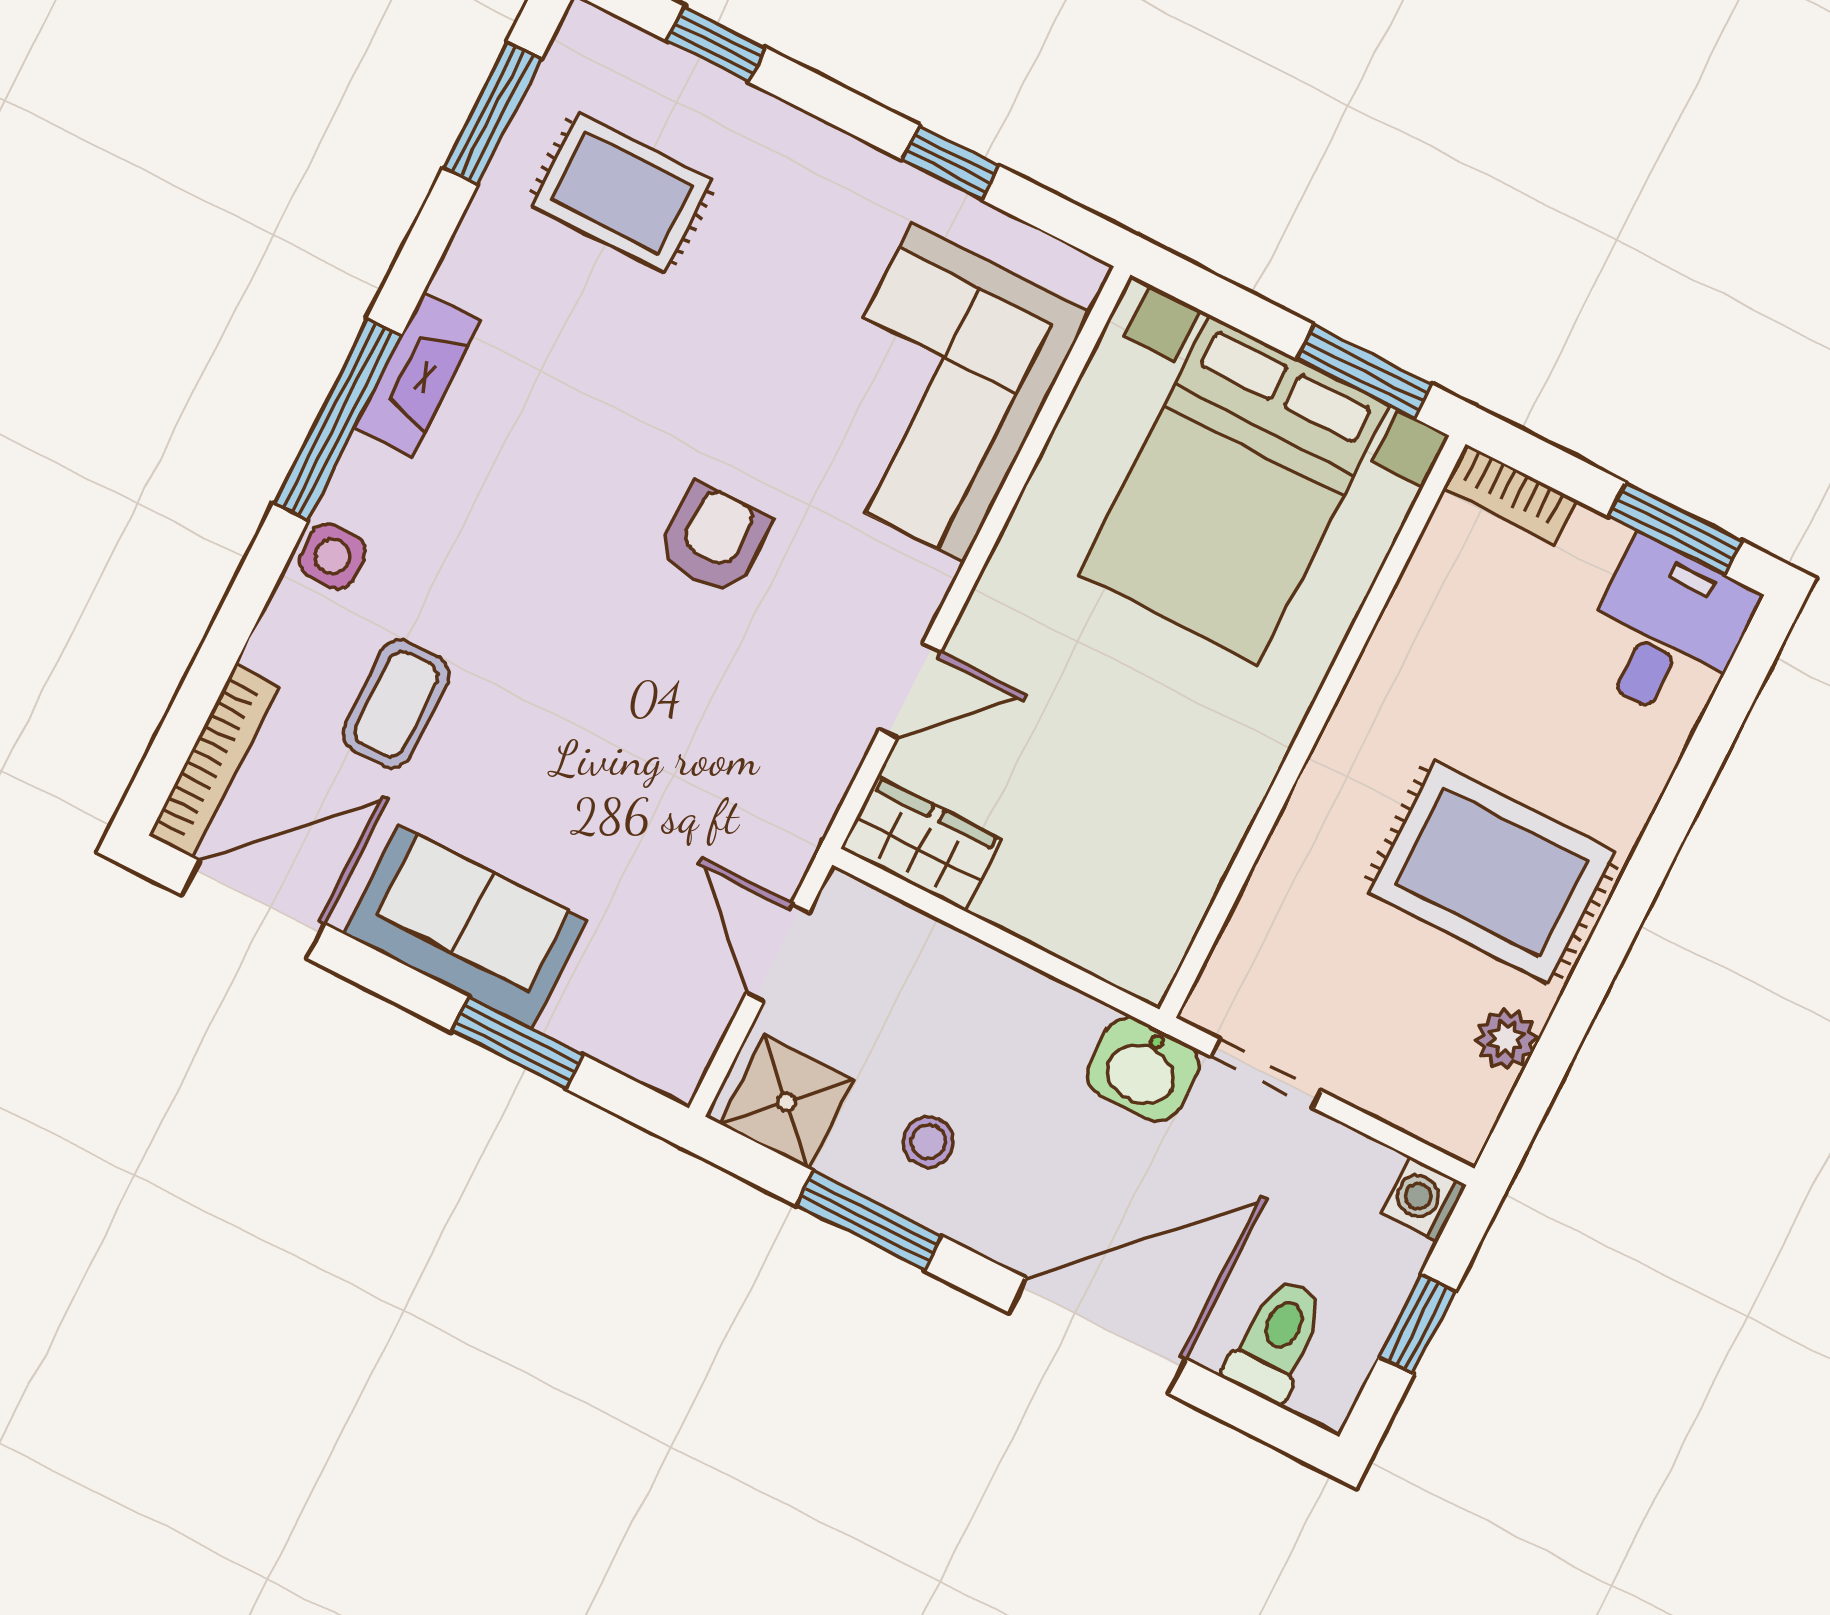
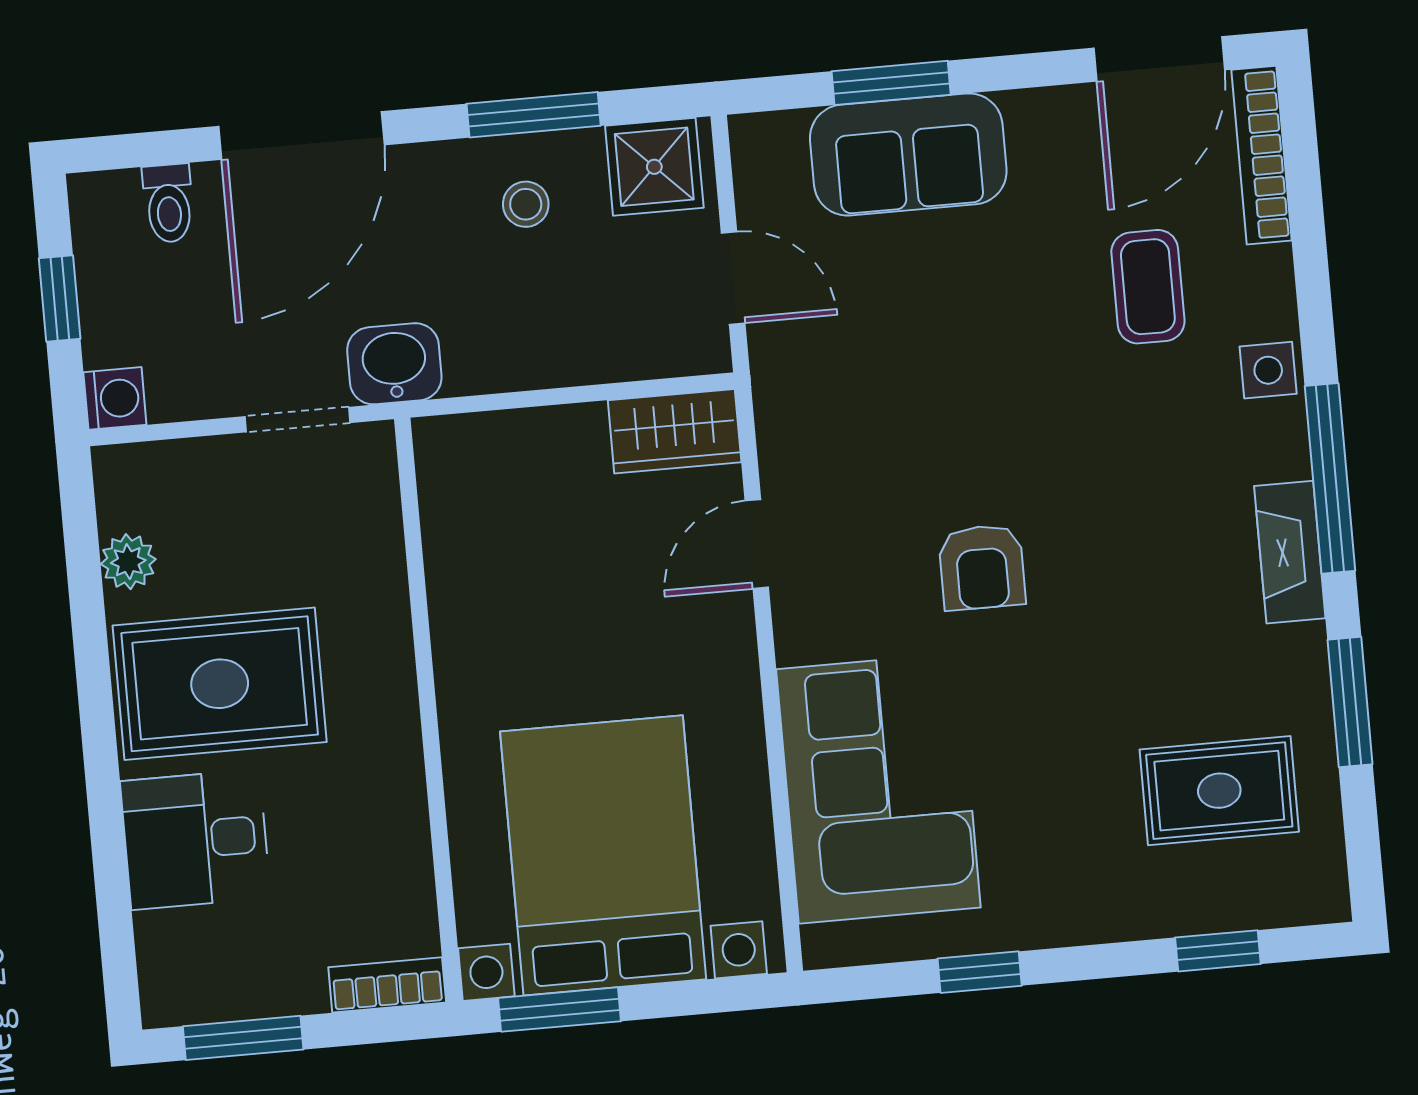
window: (492, 113) -> (1350, 702), moved
desk: (1666, 631) -> (195, 839), moved, turned 90
sofa: (465, 927) -> (908, 155), moved
toilet: (1277, 1340) -> (168, 203), width x0.73, depth x0.72

